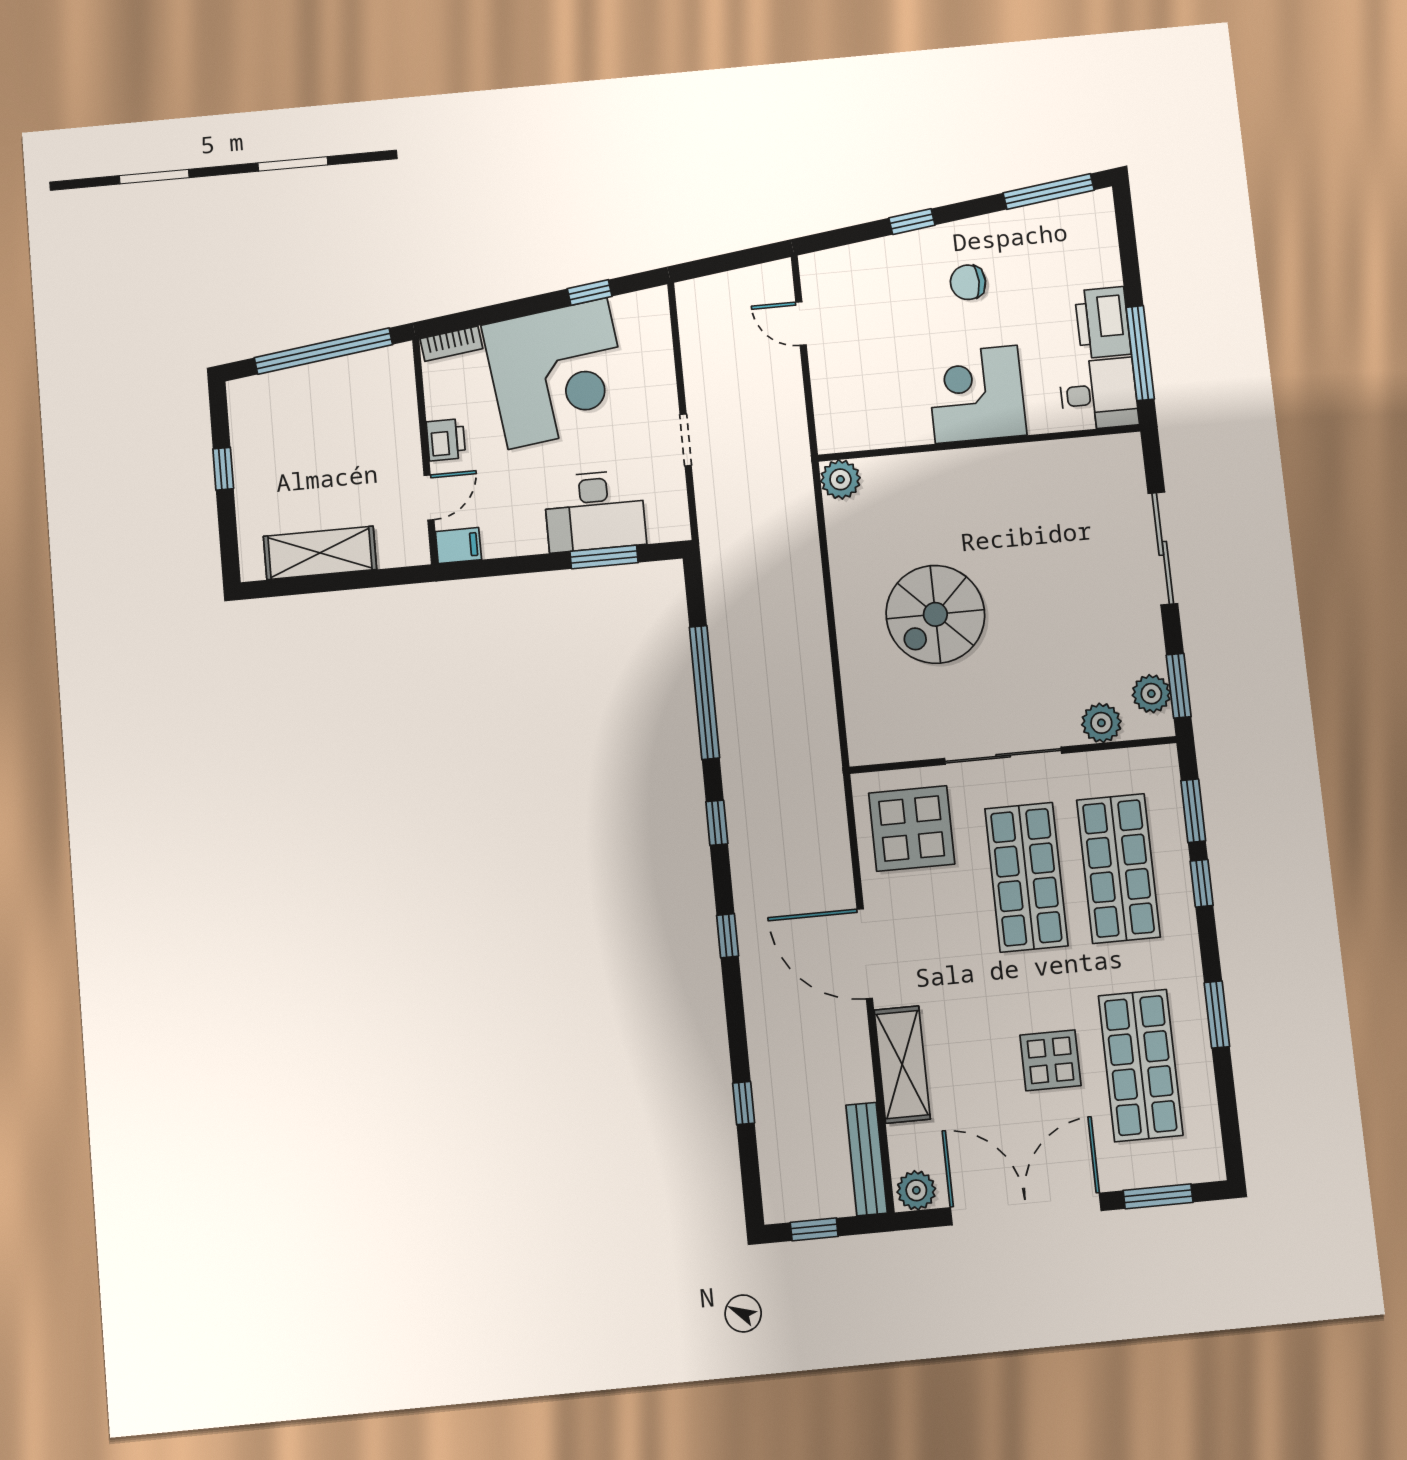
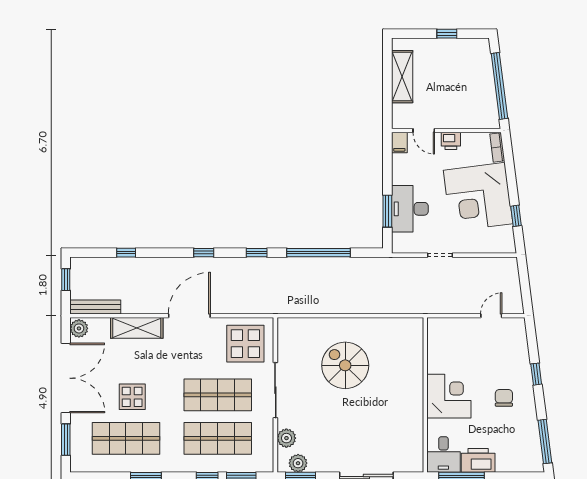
plant: (840, 479) -> (414, 327), removed

